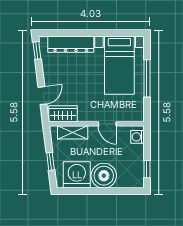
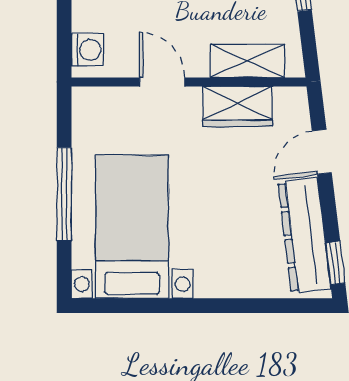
dresser: (71, 44) -> (305, 235), moved, turned -97
wardrobe: (63, 114) -> (238, 106), moved

